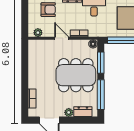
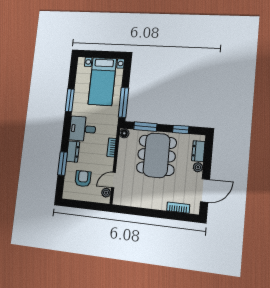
door: (62, 38) -> (113, 180), moved
window: (101, 95) -> (181, 129), width x0.46

